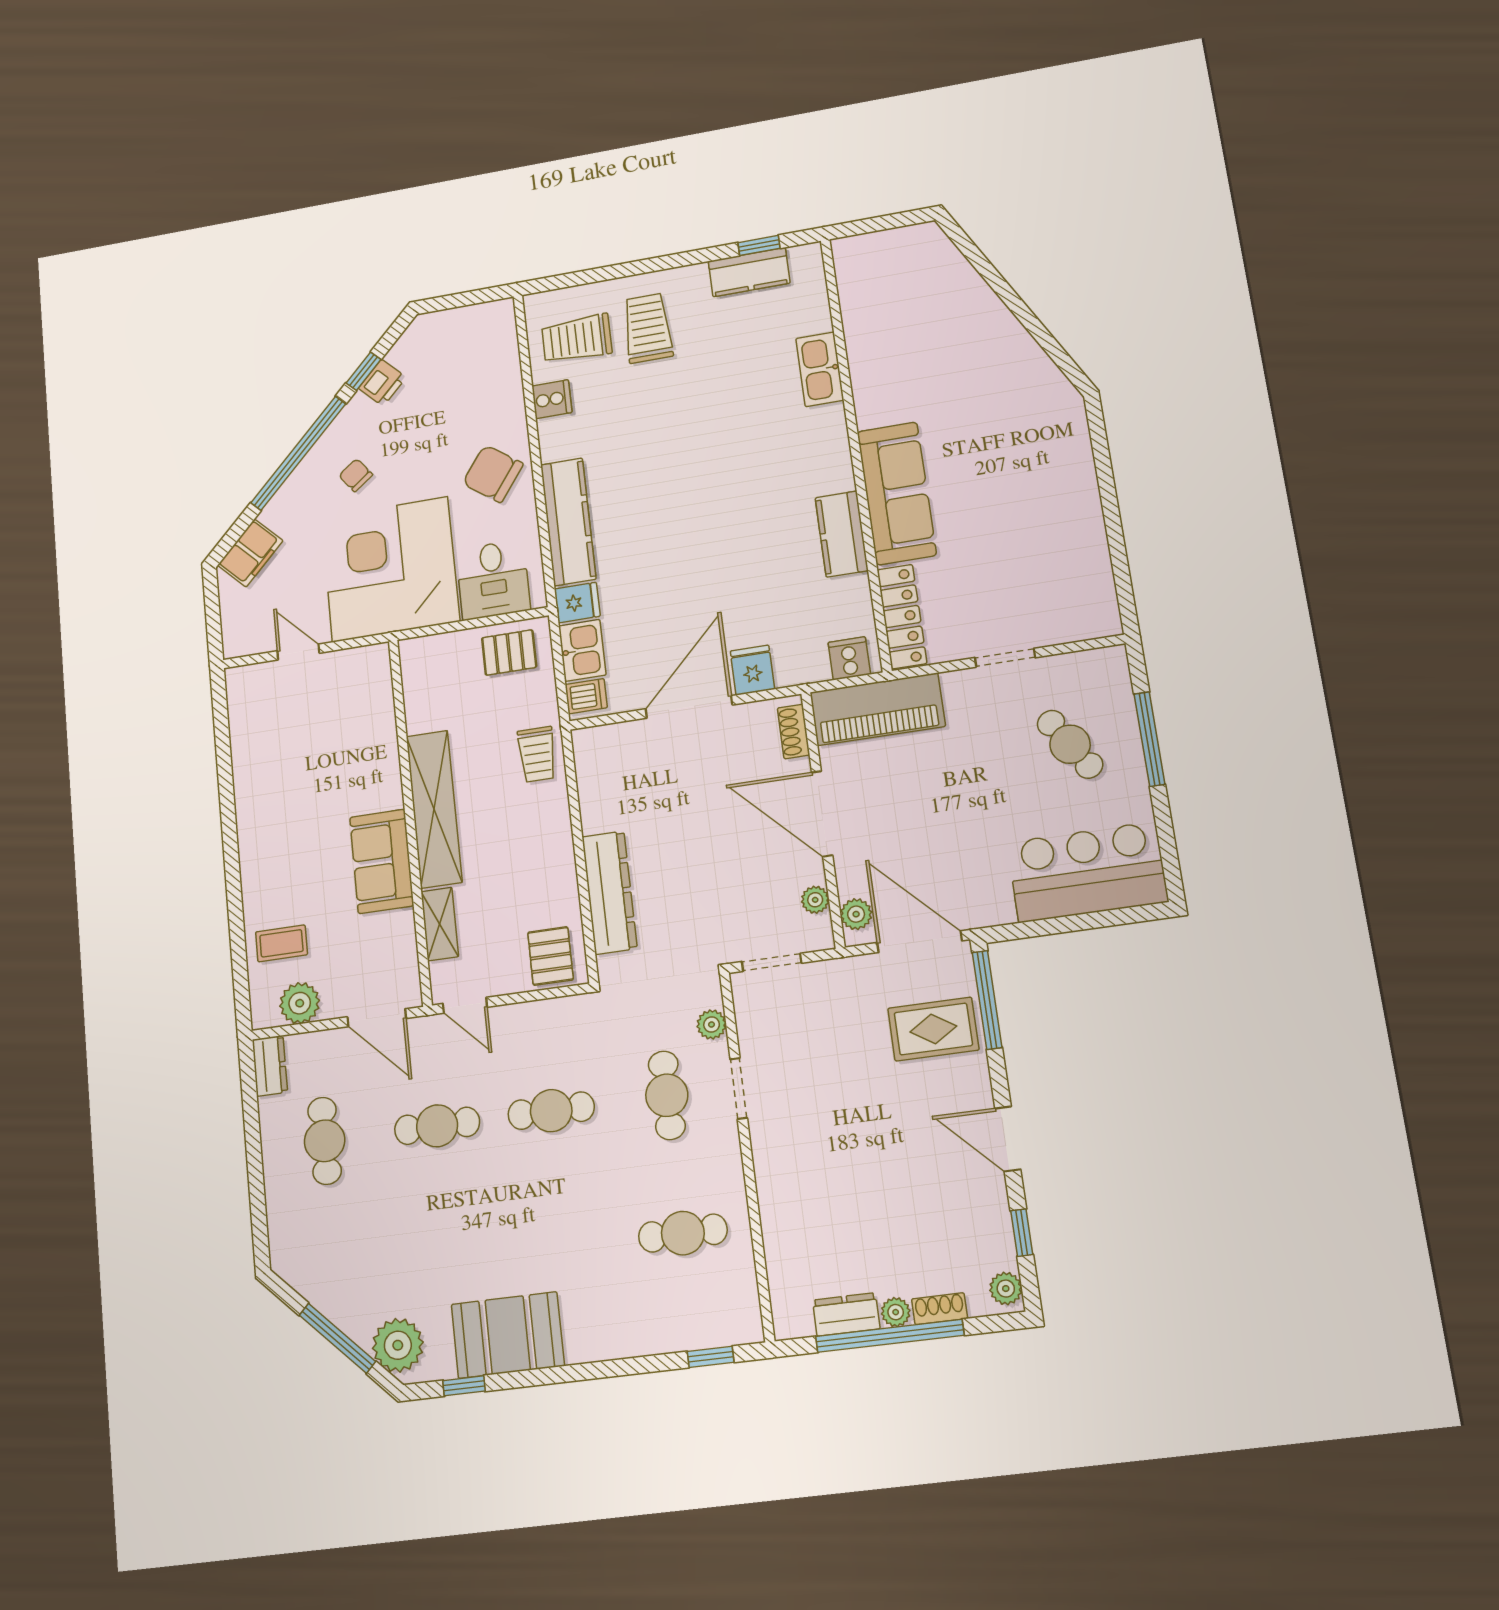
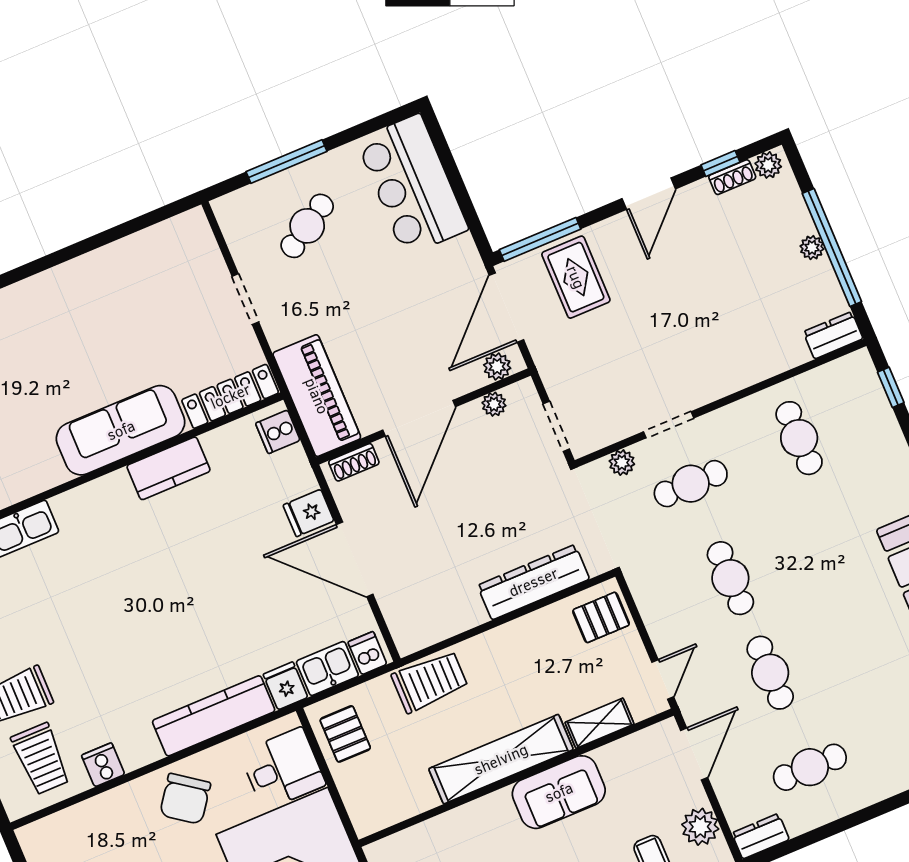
trolley: (537, 754) -> (430, 682), width x1.36, depth x1.39
shoe rack: (940, 1309) -> (732, 177), moved, turned -90
dresser: (846, 1314) -> (833, 335), moved, turned 90

